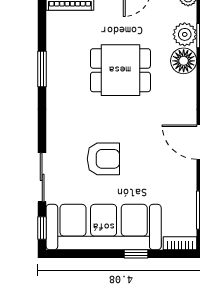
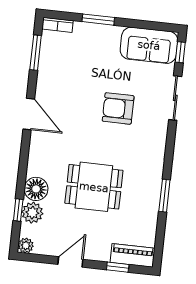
sofa: (104, 227) -> (149, 45), width x0.54, depth x0.79
window: (136, 254) -> (98, 20), width x1.50

